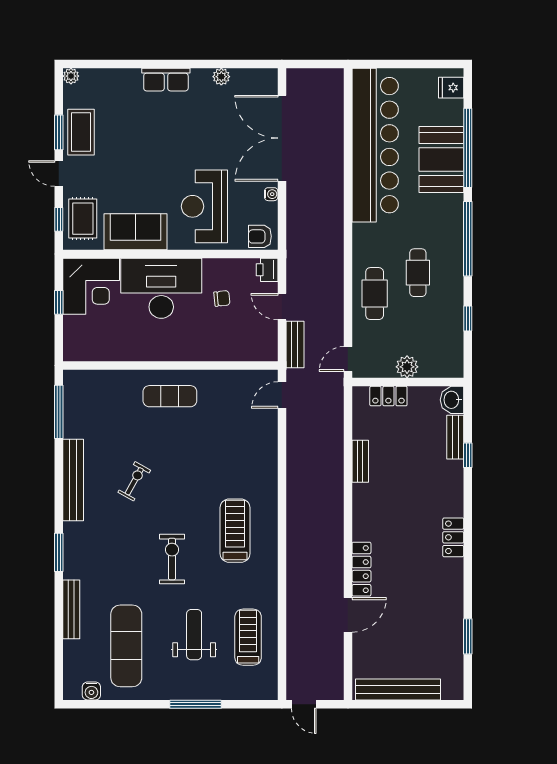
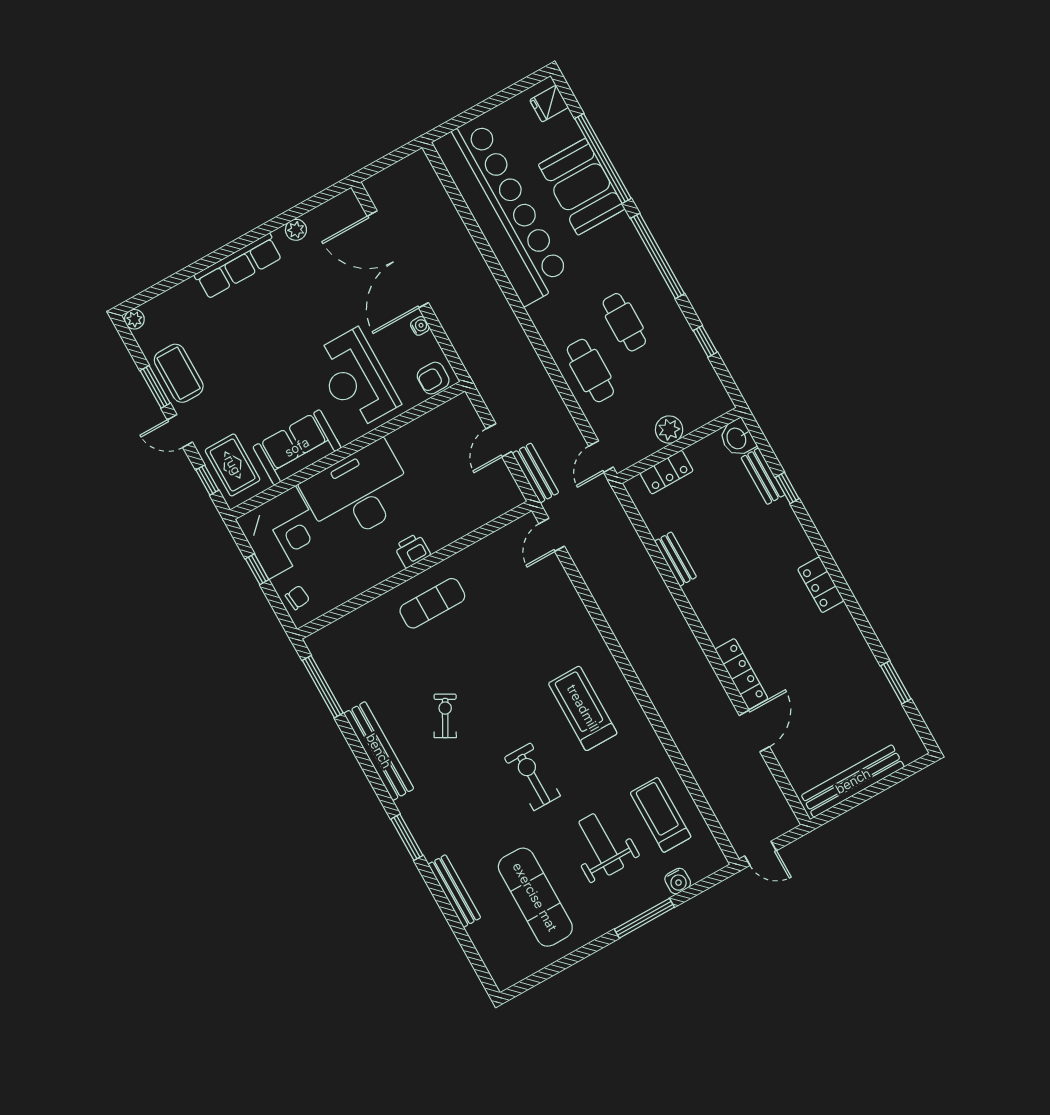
row of seats: (166, 80) -> (238, 266), width x1.48
printer: (267, 270) -> (412, 550), moved, turned 90
chair: (222, 298) -> (297, 598), moved
door: (282, 307) -> (499, 440), hinge flipped
water cooler: (91, 691) -> (678, 881), moved

